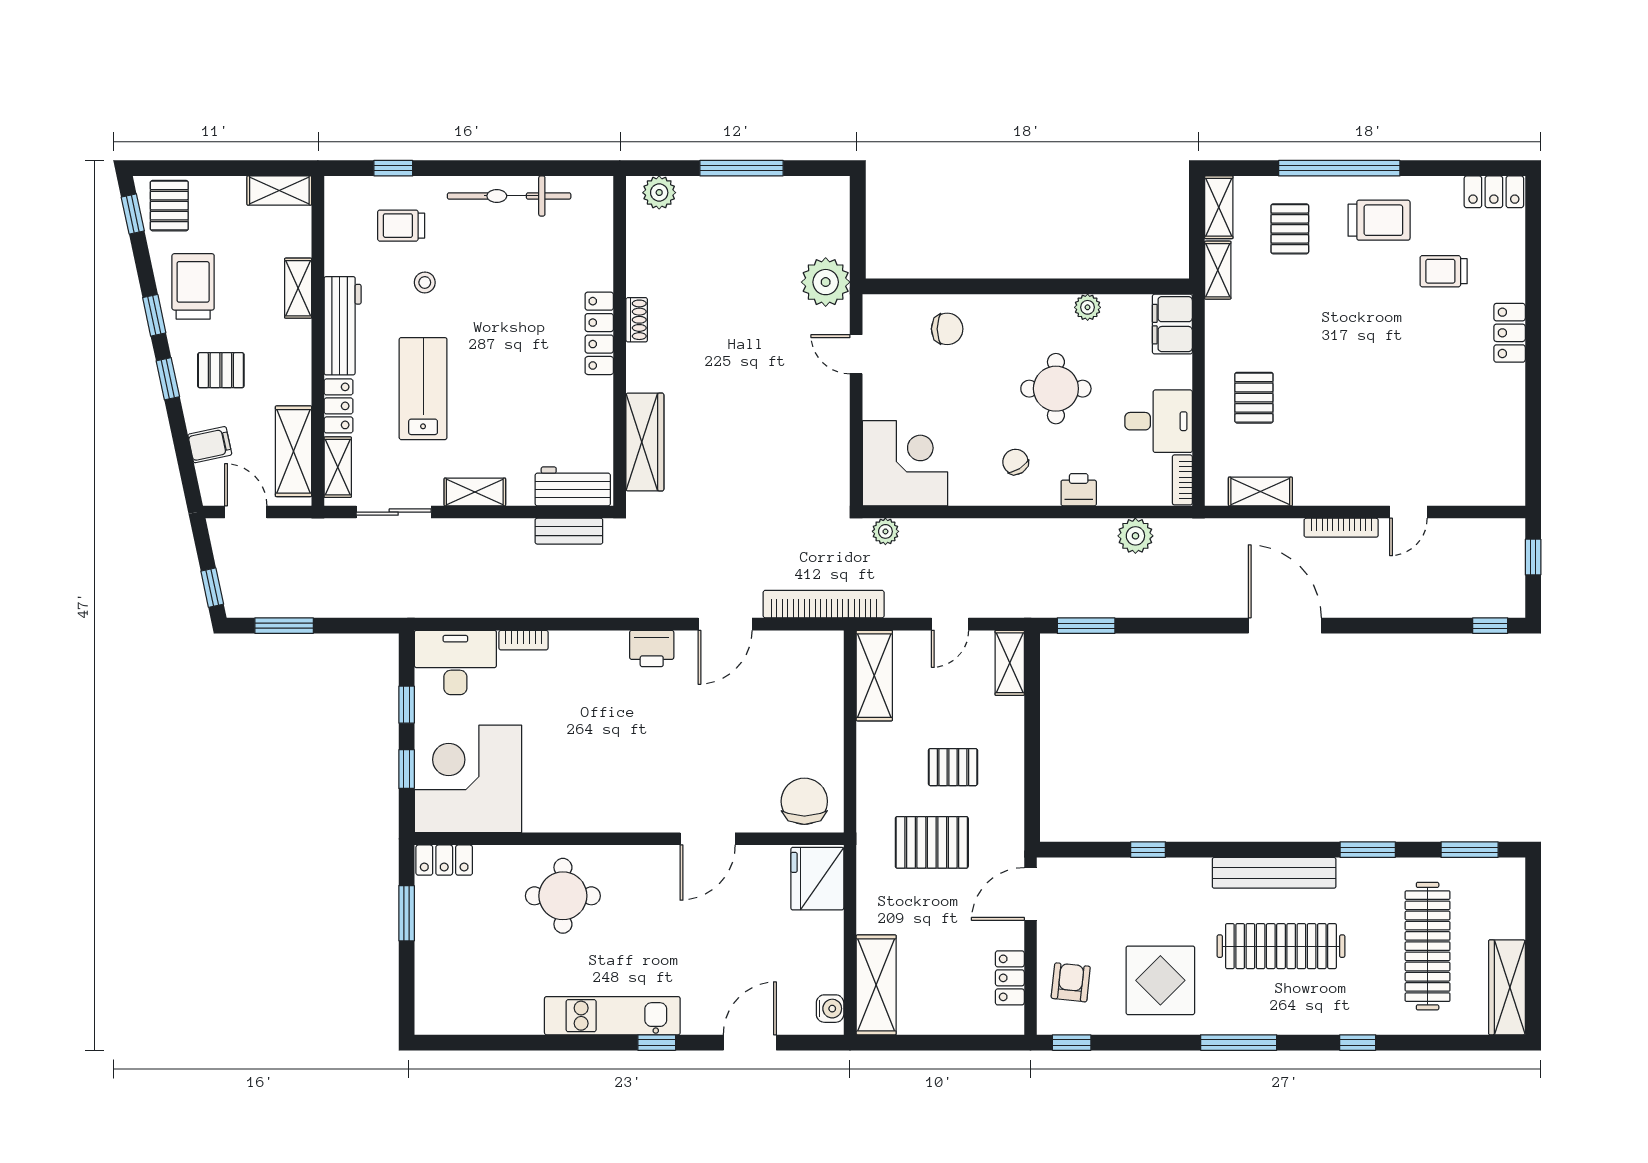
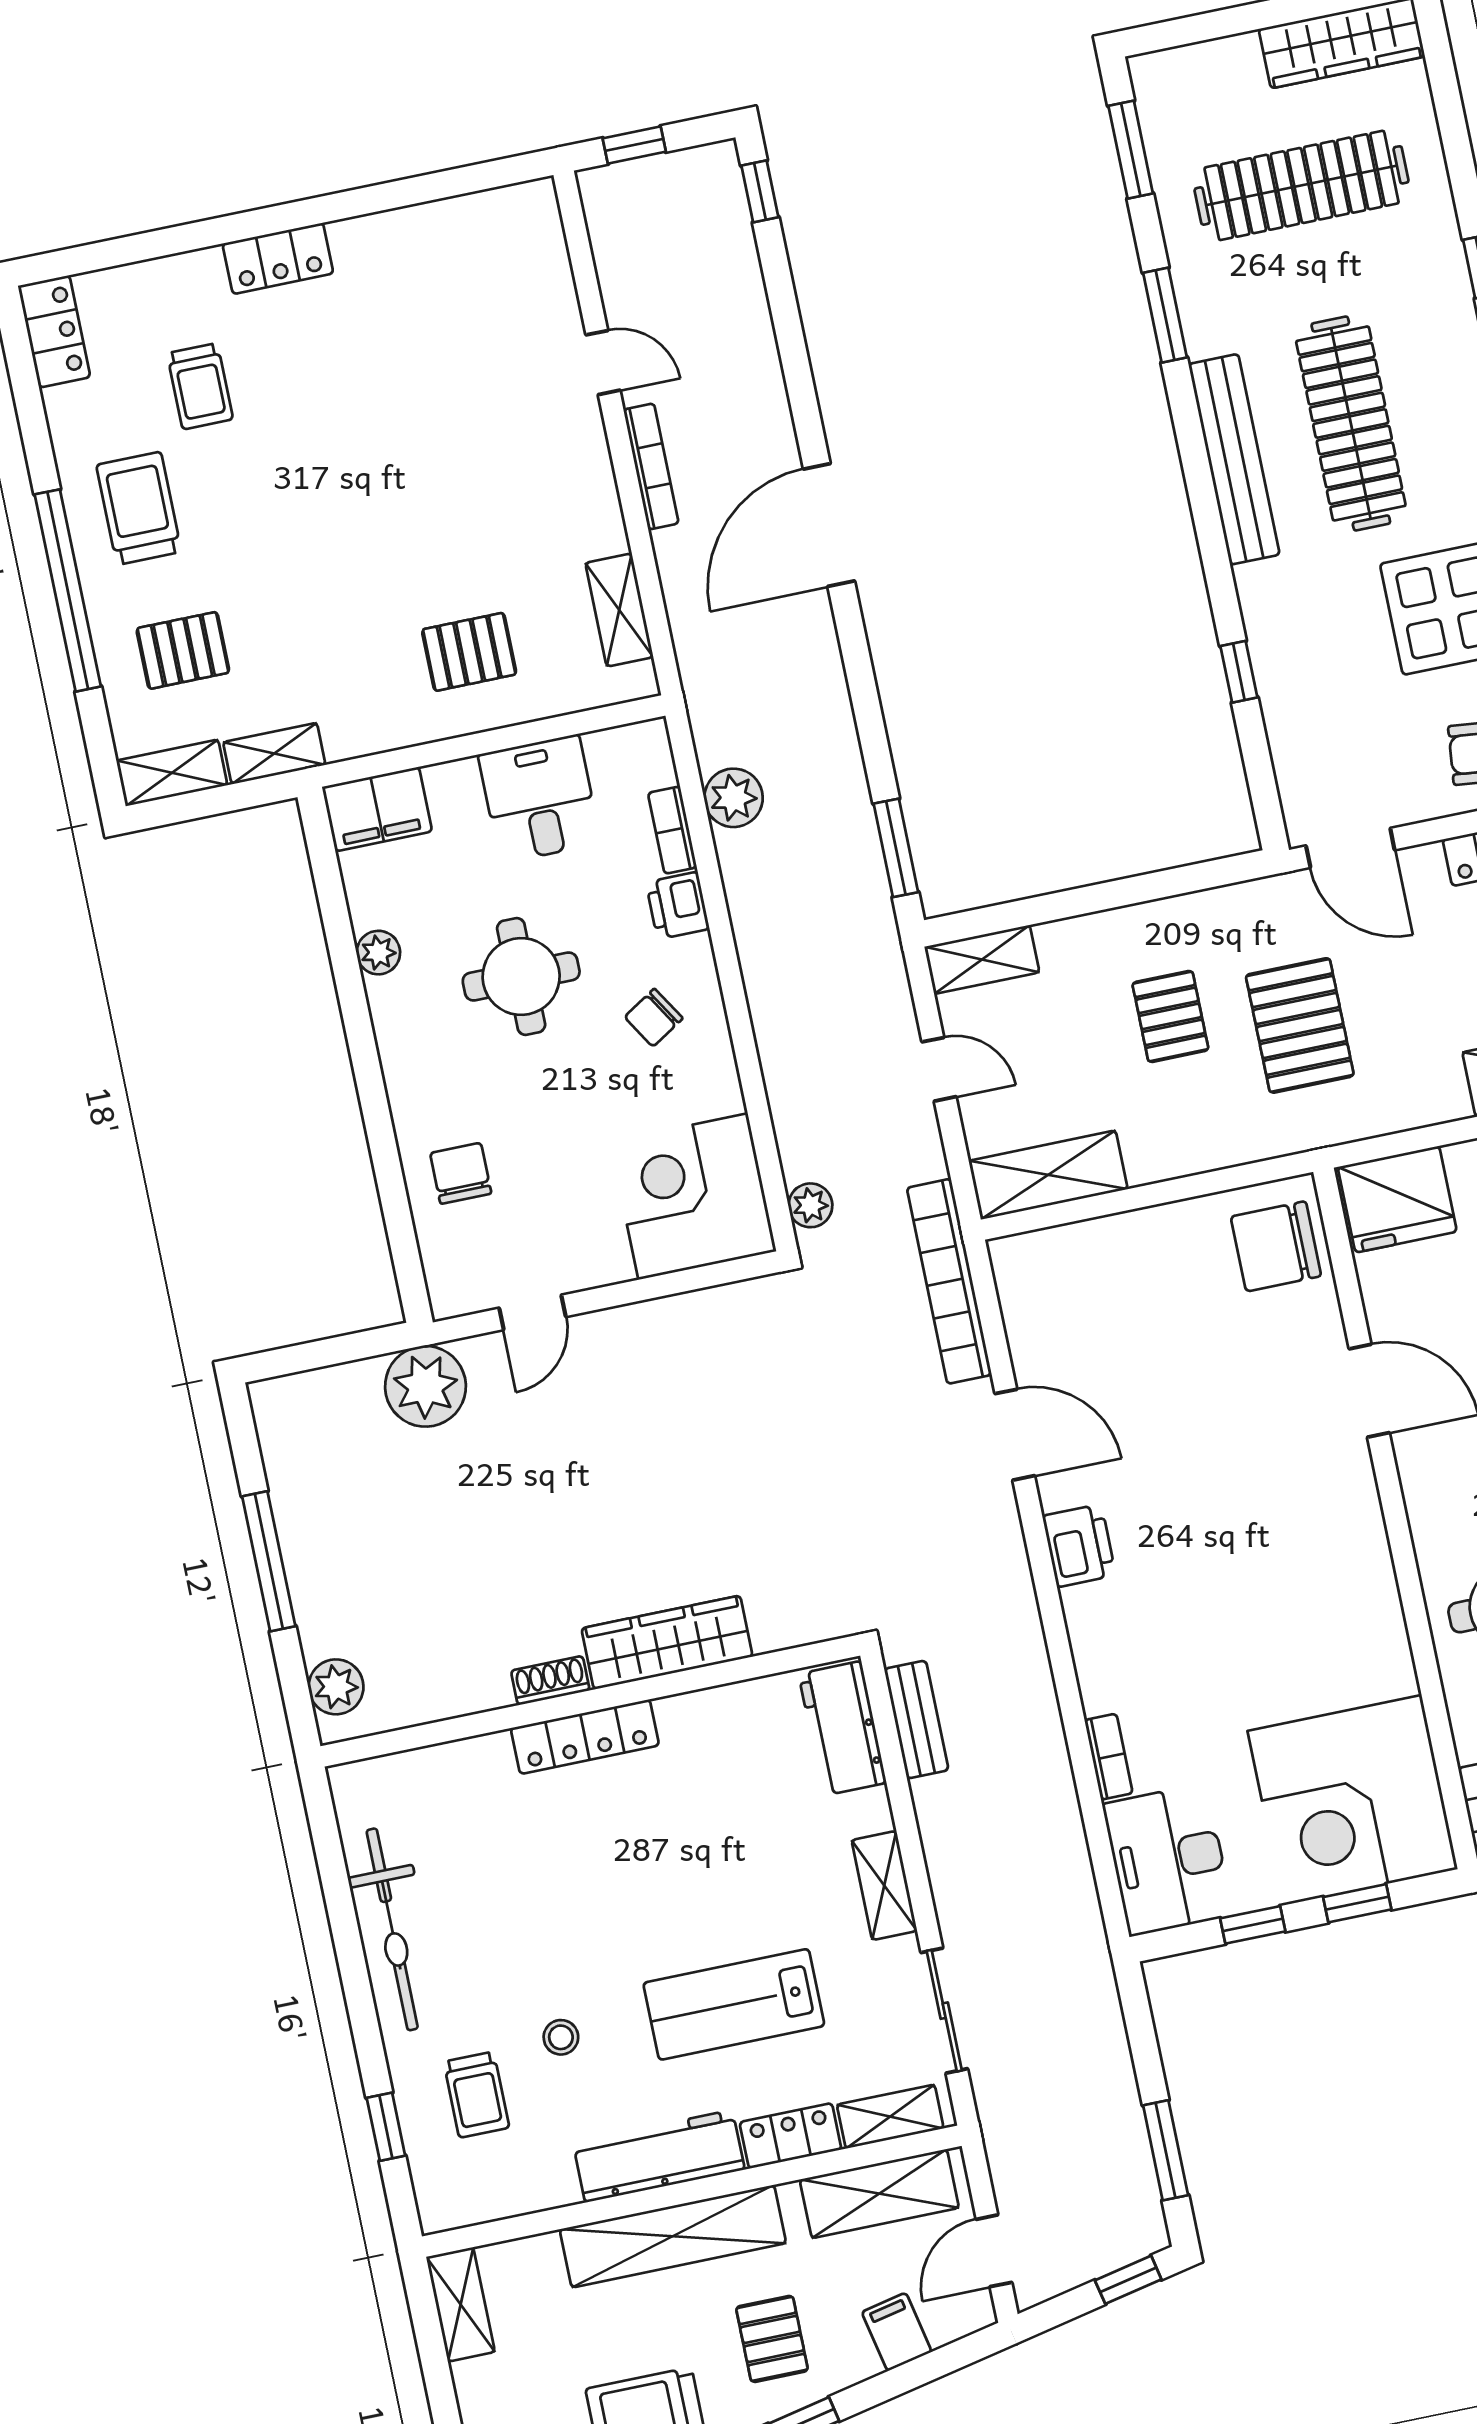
shelving: (298, 288) -> (673, 2236), width x2.20, depth x1.33
wardrobe: (645, 442) -> (667, 1643), moved
bookcase: (1182, 480) -> (672, 830), moved, turned 90

